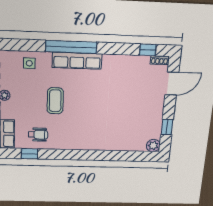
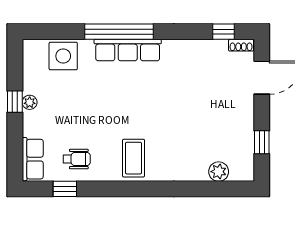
side table: (29, 63) -> (63, 56), width x1.87, depth x1.87
coffee table: (55, 101) -> (133, 158), moved
plant: (153, 146) -> (219, 172), moved

